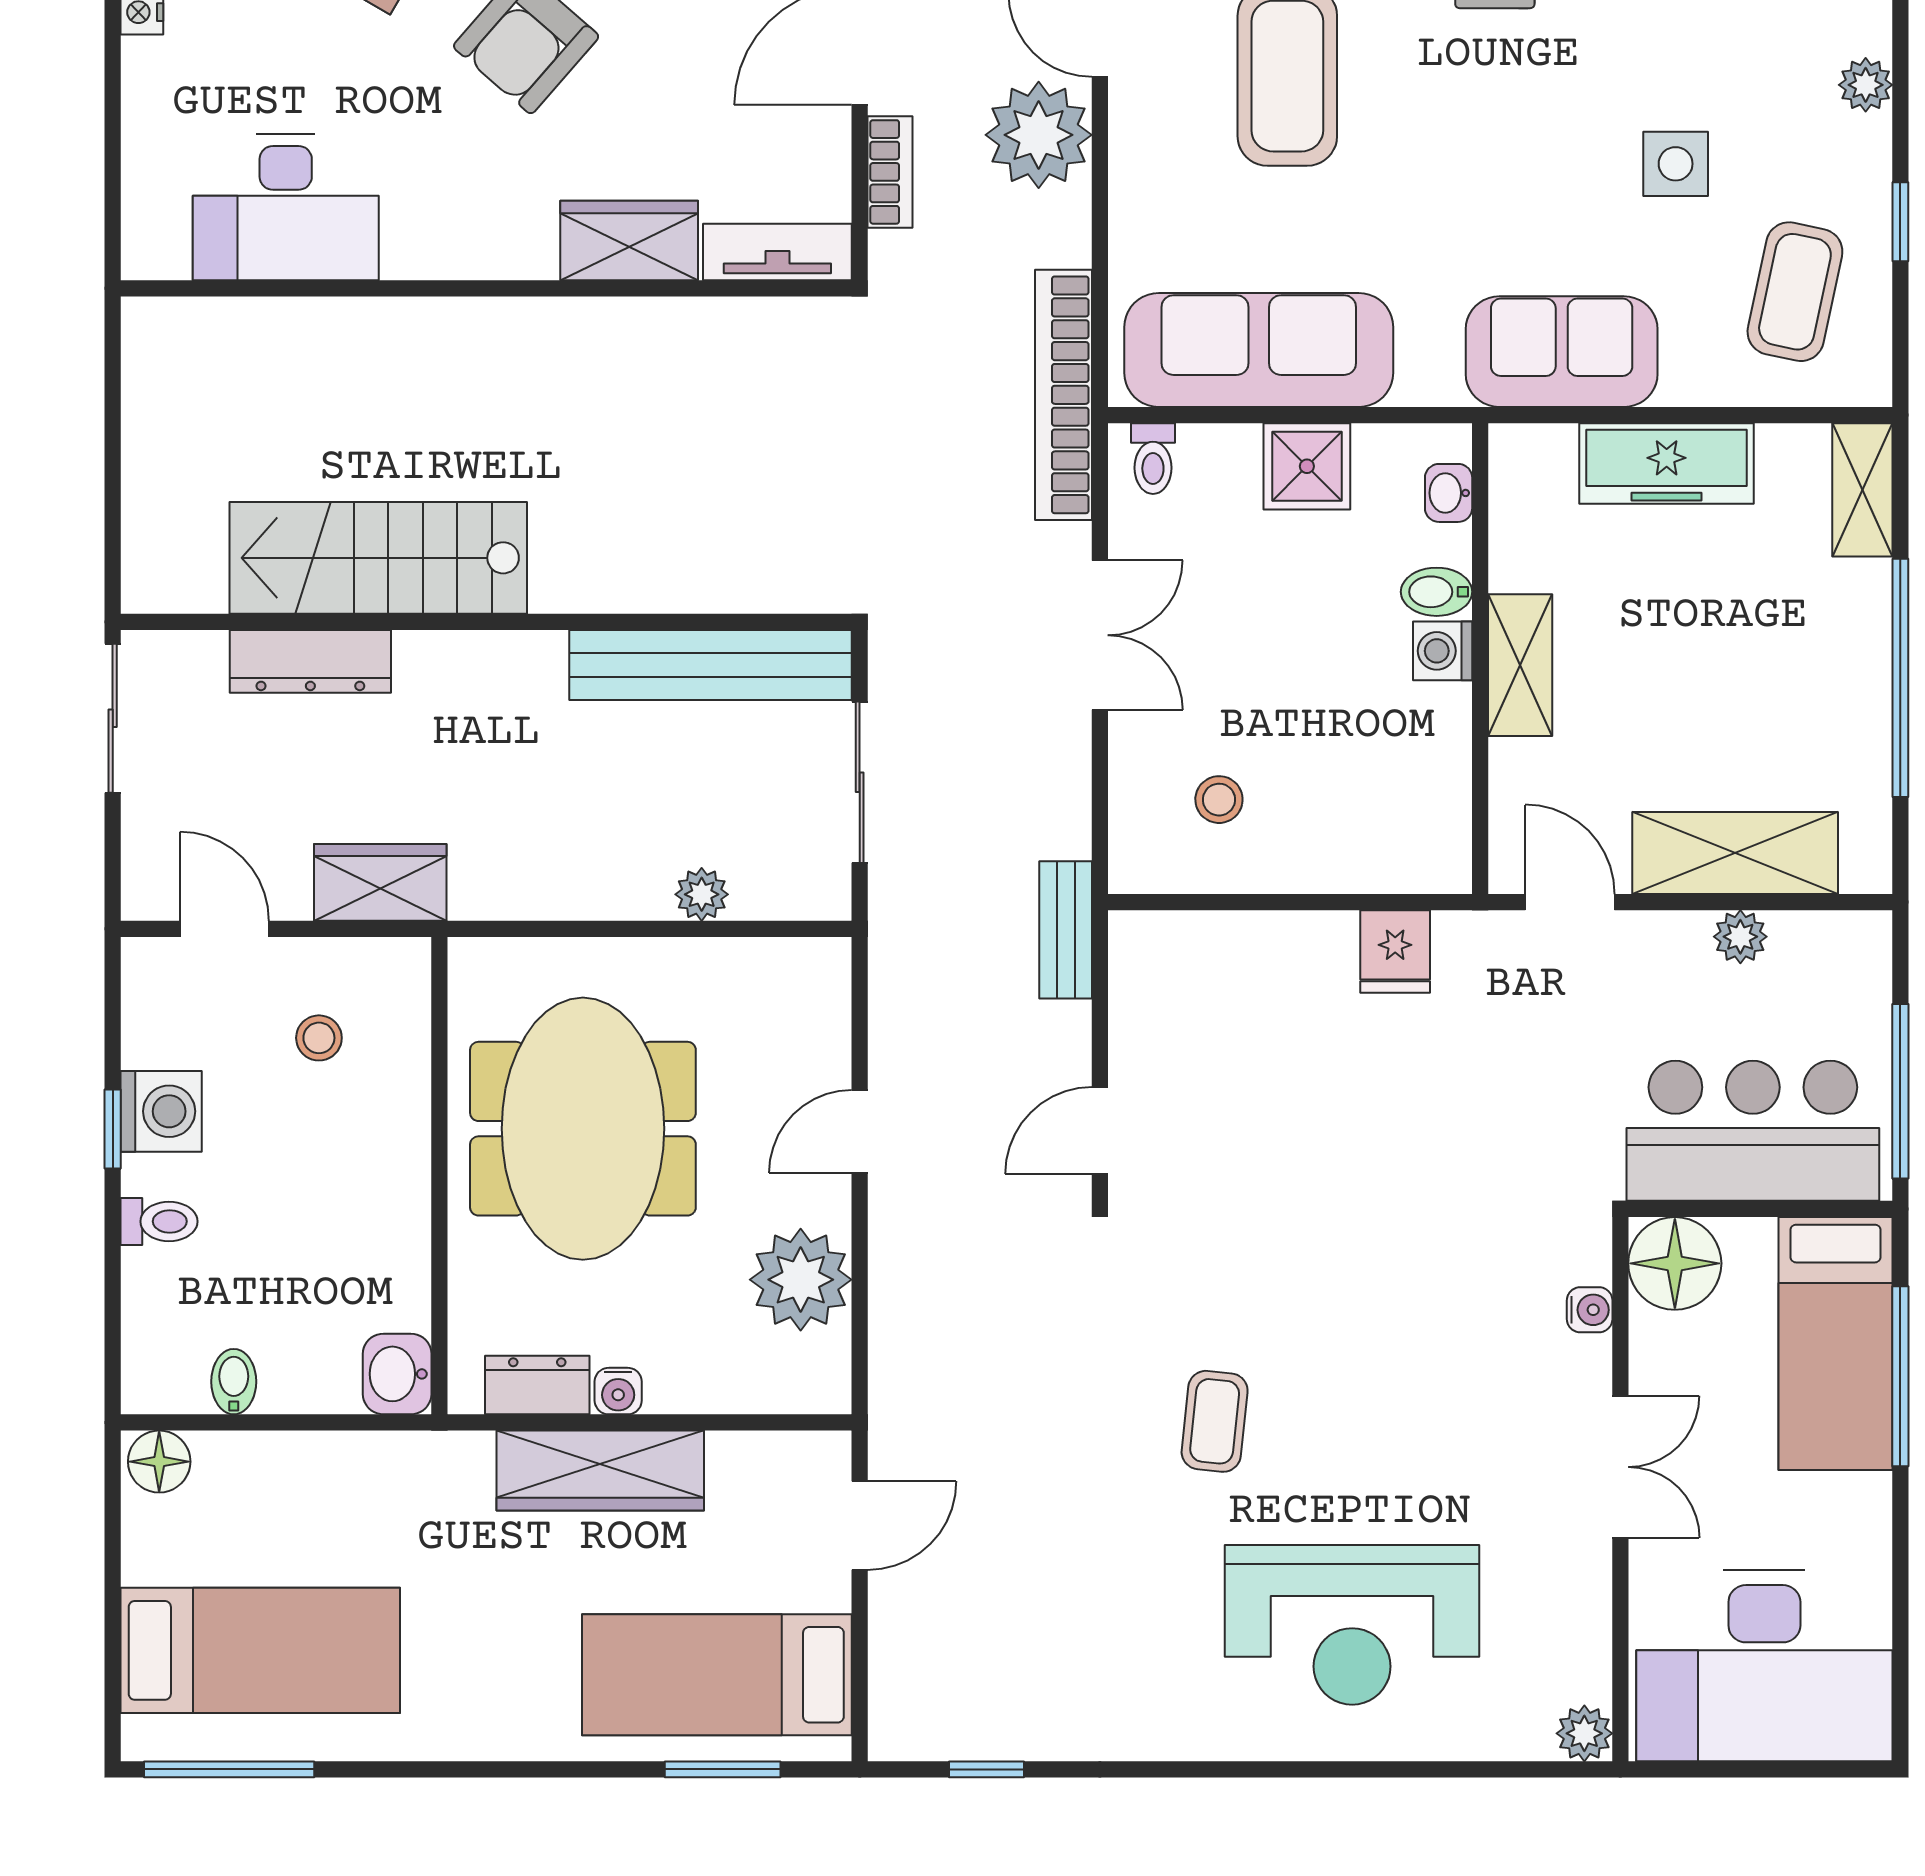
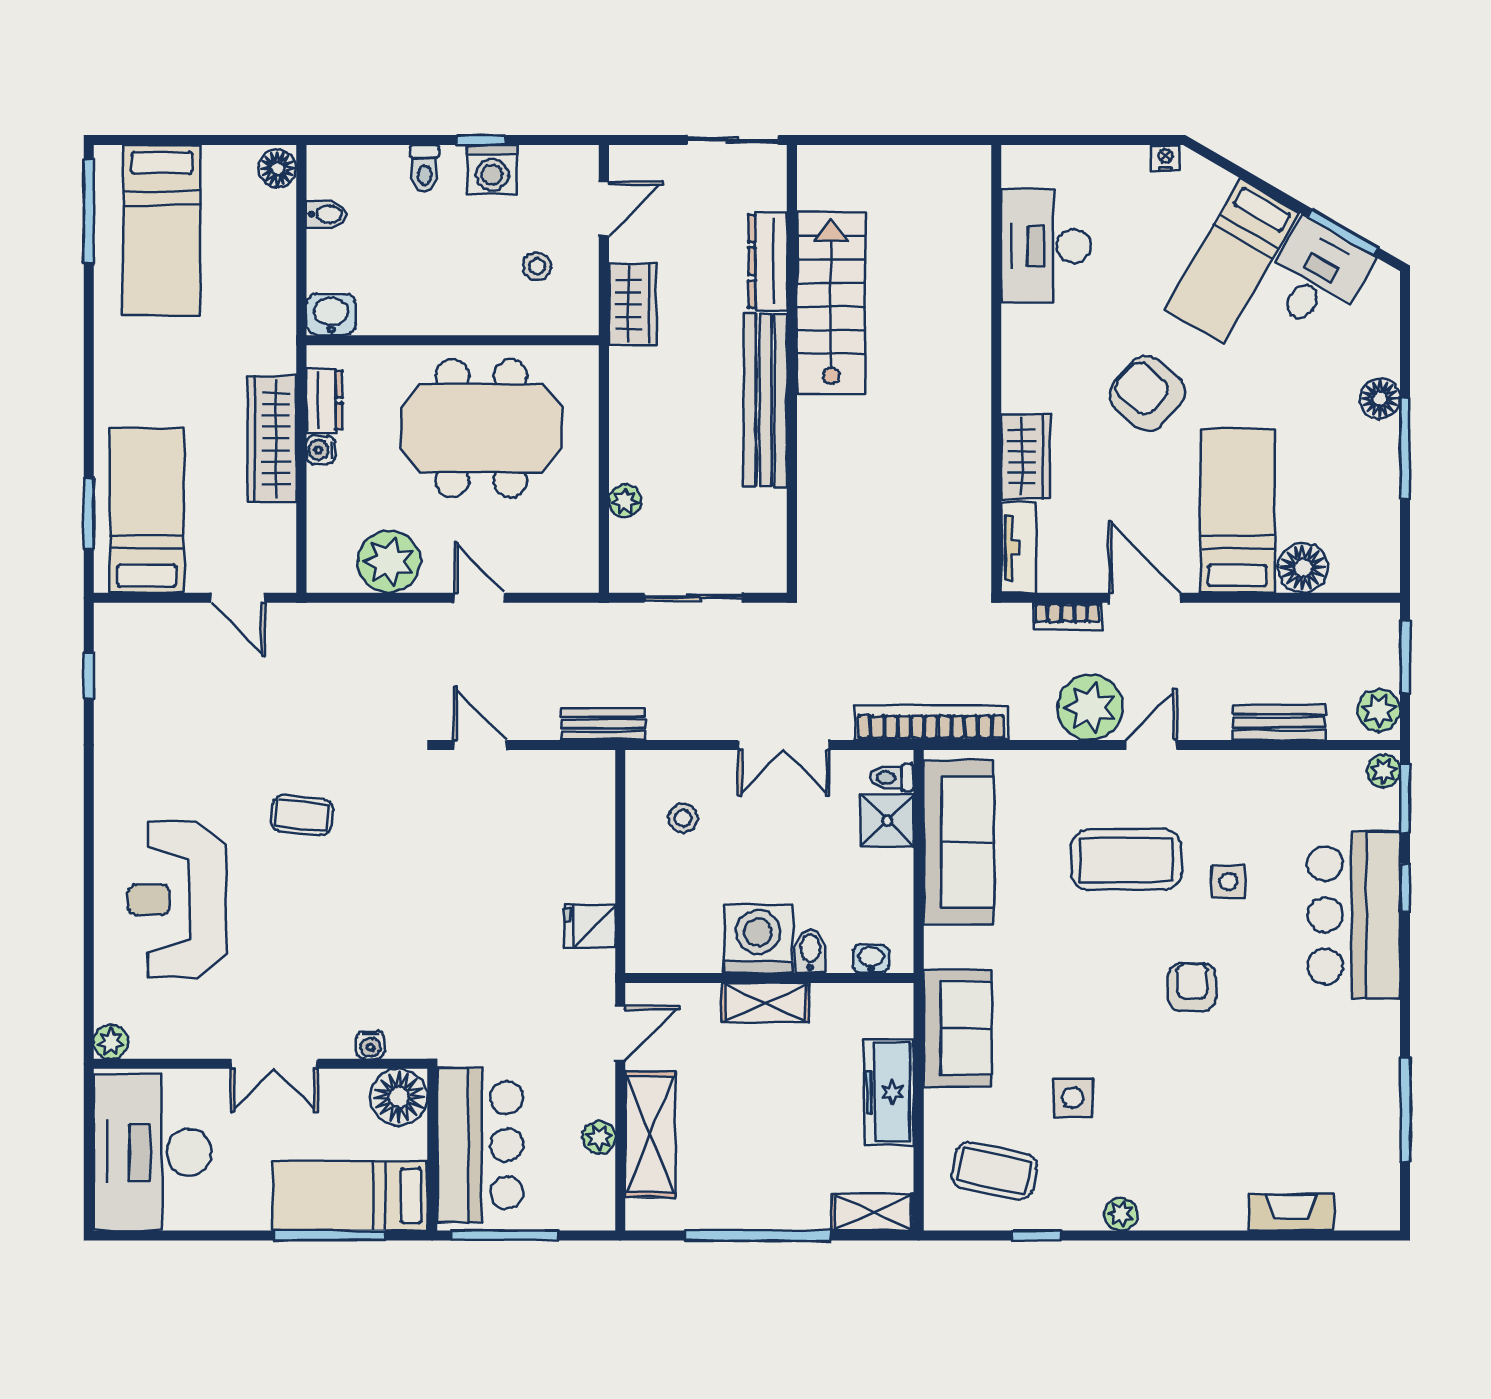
shower: (1307, 466) -> (887, 821), moved
washing machine: (1443, 651) -> (758, 939), width x1.89, depth x1.89
bench: (711, 665) -> (765, 400), moved

